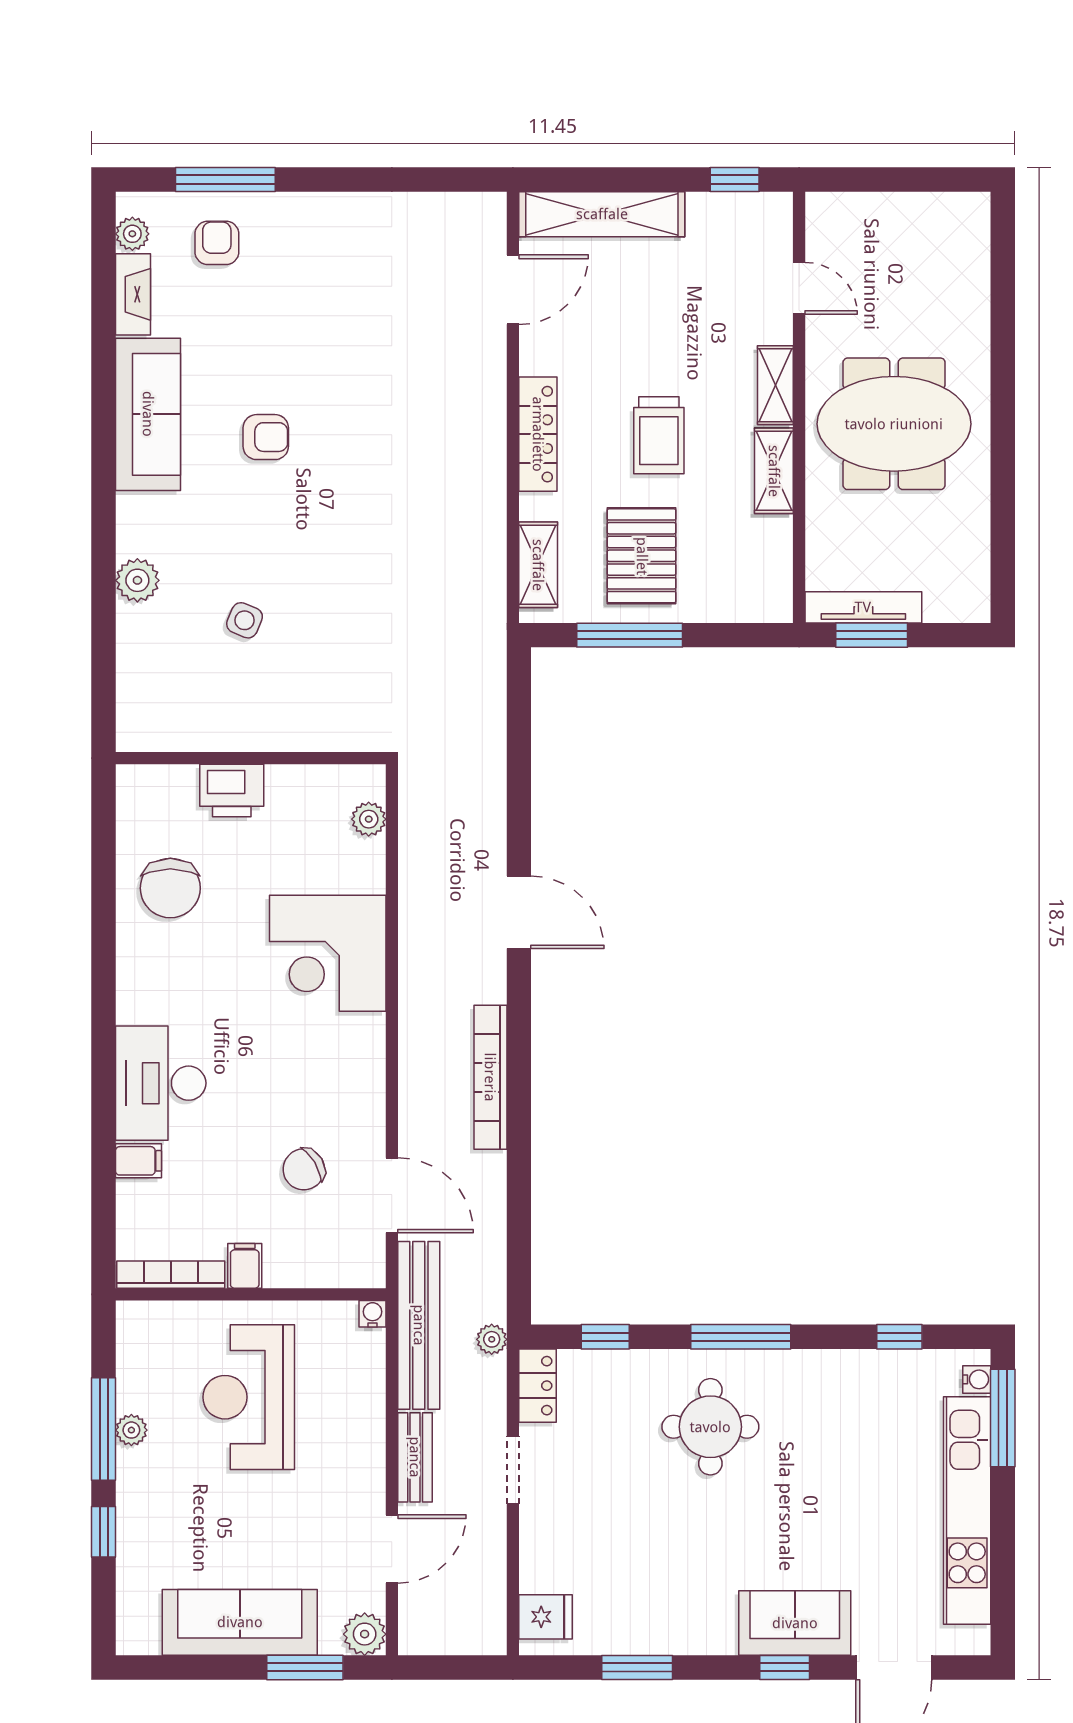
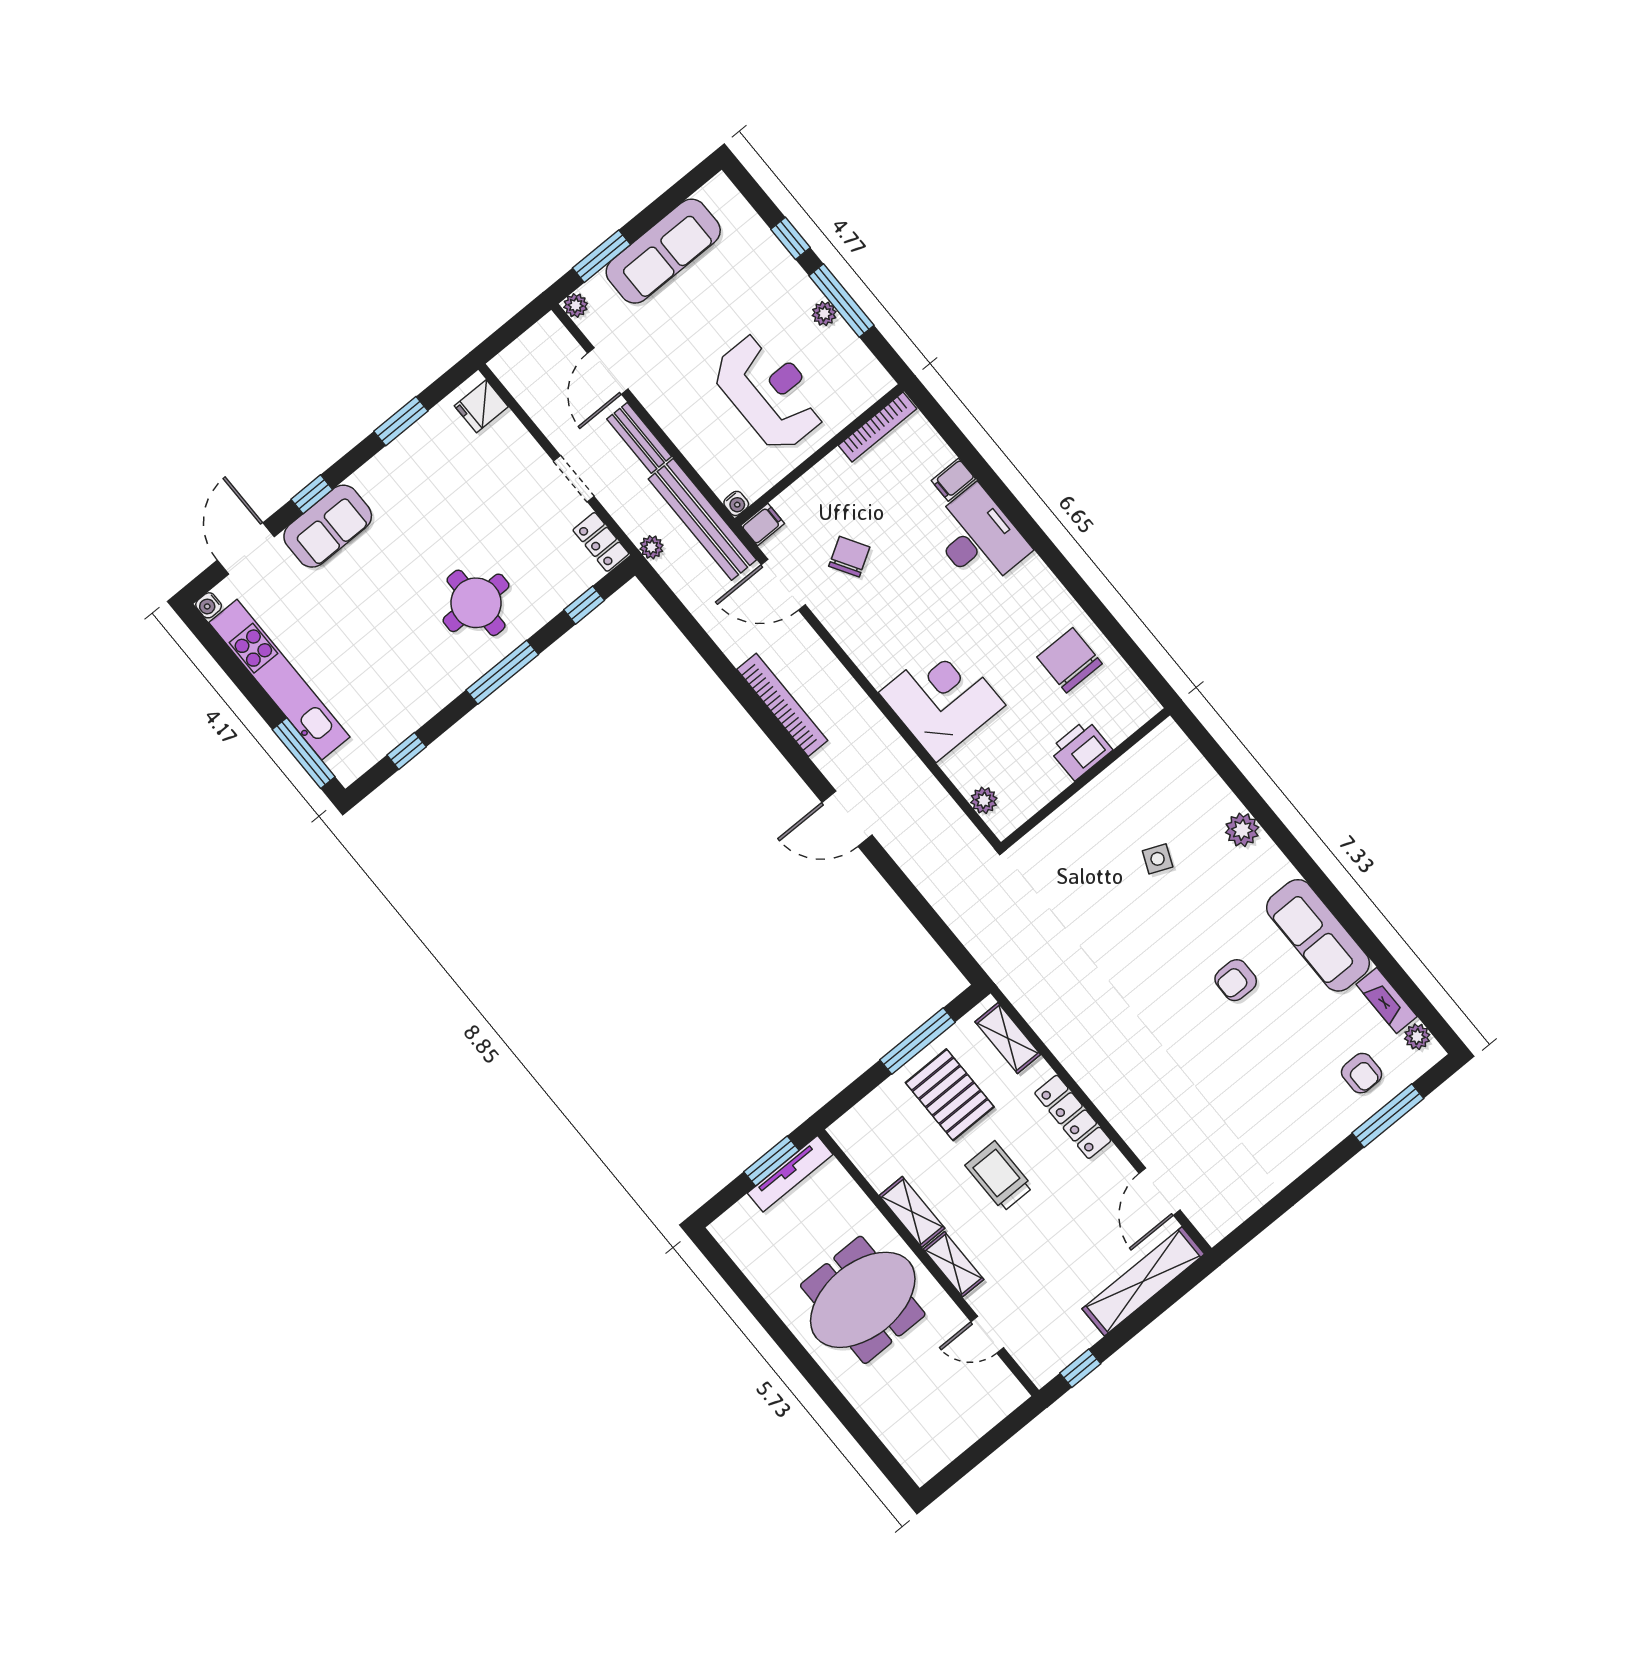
filing cabinet: (245, 1266) -> (763, 524), moved, turned -90
water cooler: (977, 1379) -> (209, 605), moved
plant: (365, 1634) -> (576, 305), width x0.73, depth x0.73

